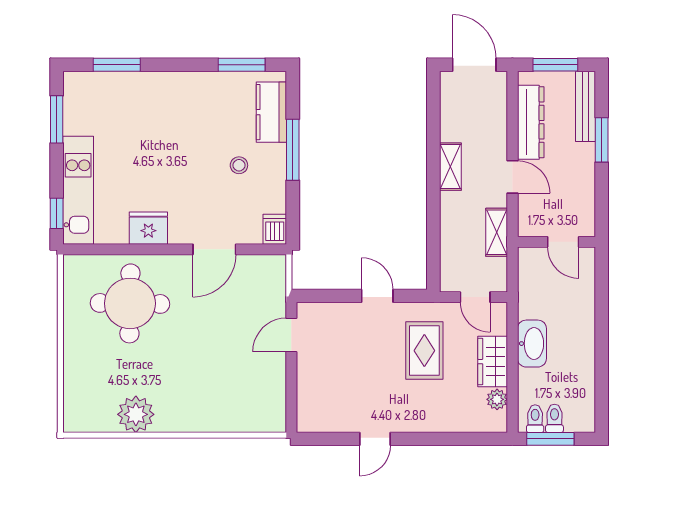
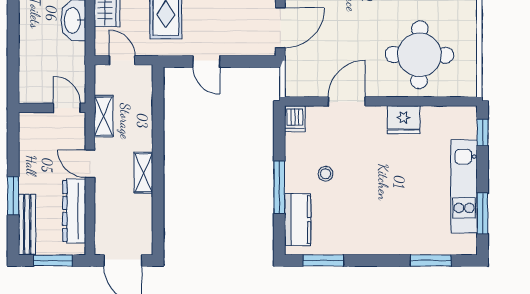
kitchen unit: (78, 190) -> (464, 186), moved
door: (563, 242) -> (67, 108), moved
door: (291, 335) -> (280, 28), width x1.38

